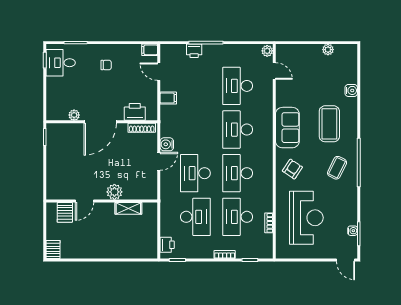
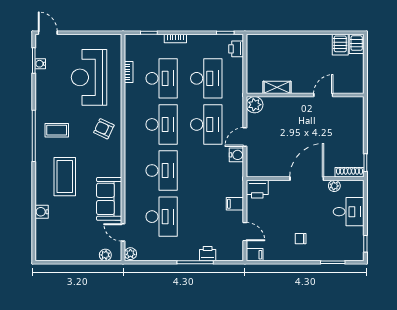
plant: (328, 50) -> (105, 255), moved
desk: (61, 63) -> (349, 212), moved
printer: (135, 112) -> (257, 189), moved
shoe rack: (142, 128) -> (350, 172), moved
sofa: (287, 128) -> (109, 199), moved
coffee table: (337, 168) -> (57, 130), turned 64
armchair: (292, 169) -> (104, 129), turned 81
plant: (114, 192) -> (255, 105), moved
server rack: (65, 212) -> (340, 45), moved, turned 180
desk: (195, 217) -> (206, 78), turned 180

